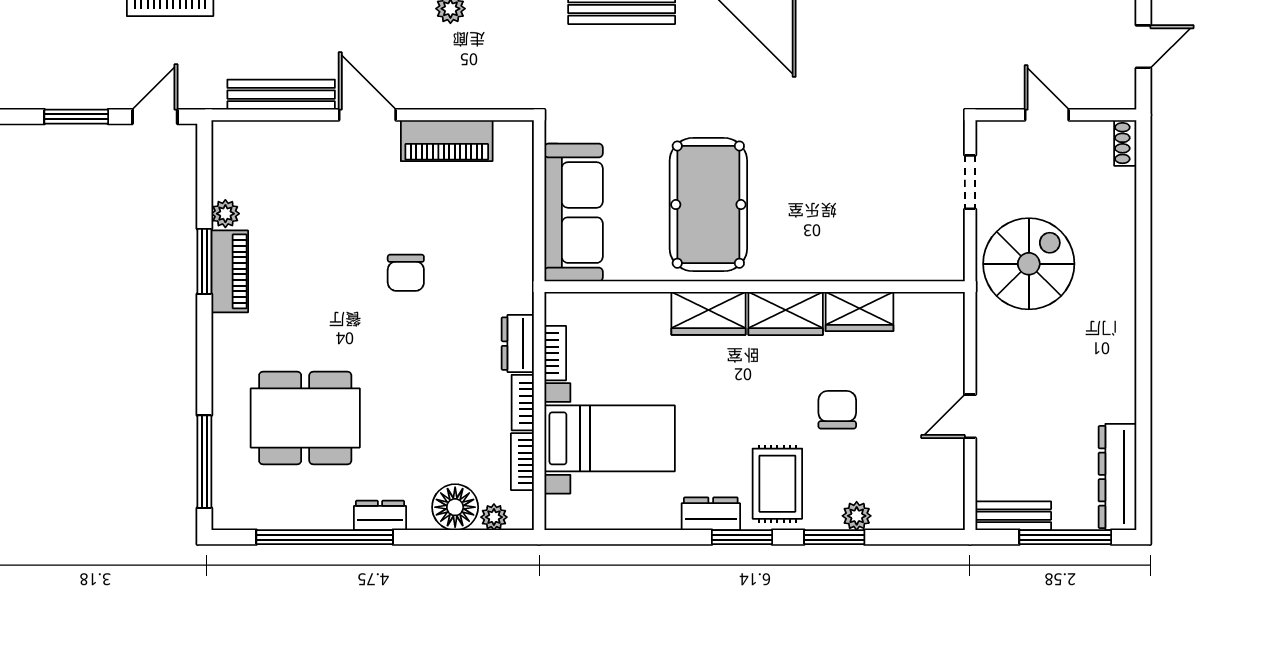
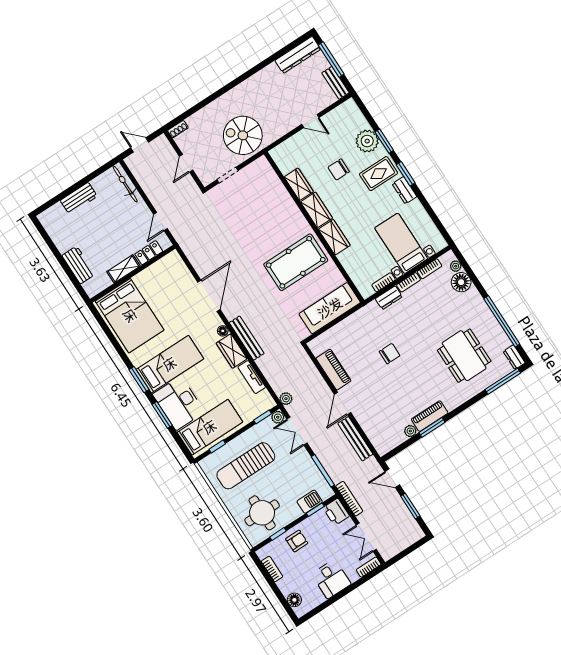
dresser: (380, 515) -> (514, 357), moved
plant: (857, 516) -> (367, 141), width x1.87, depth x1.87

